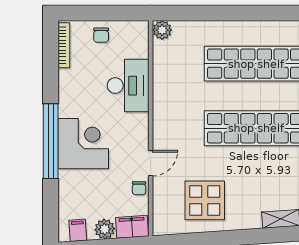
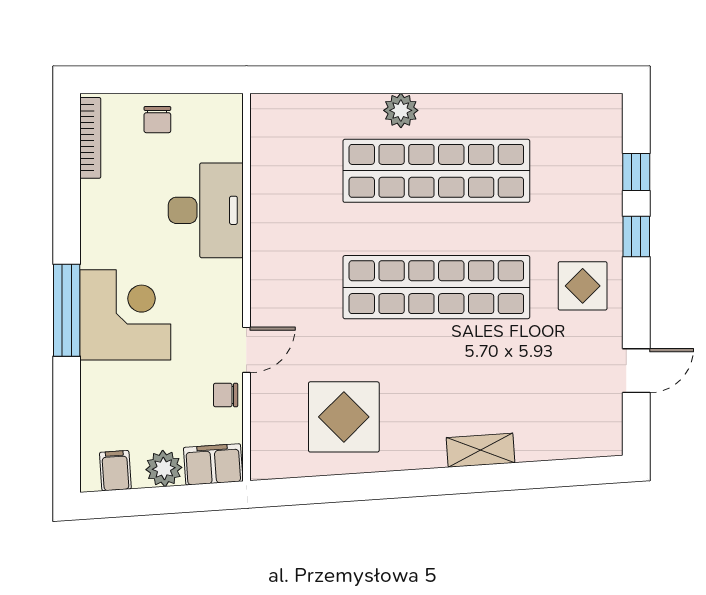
plant: (162, 30) -> (401, 110), moved
window: (51, 141) -> (67, 310), width x0.68
chair: (139, 188) -> (226, 395), turned 90

